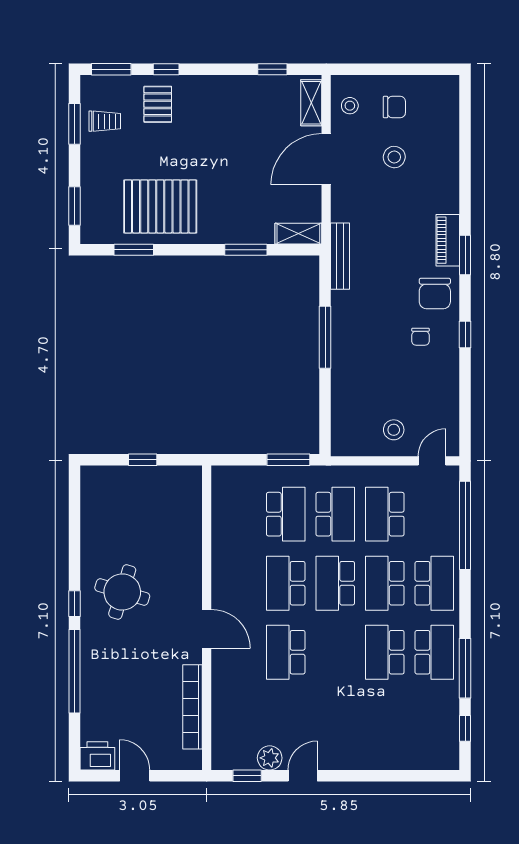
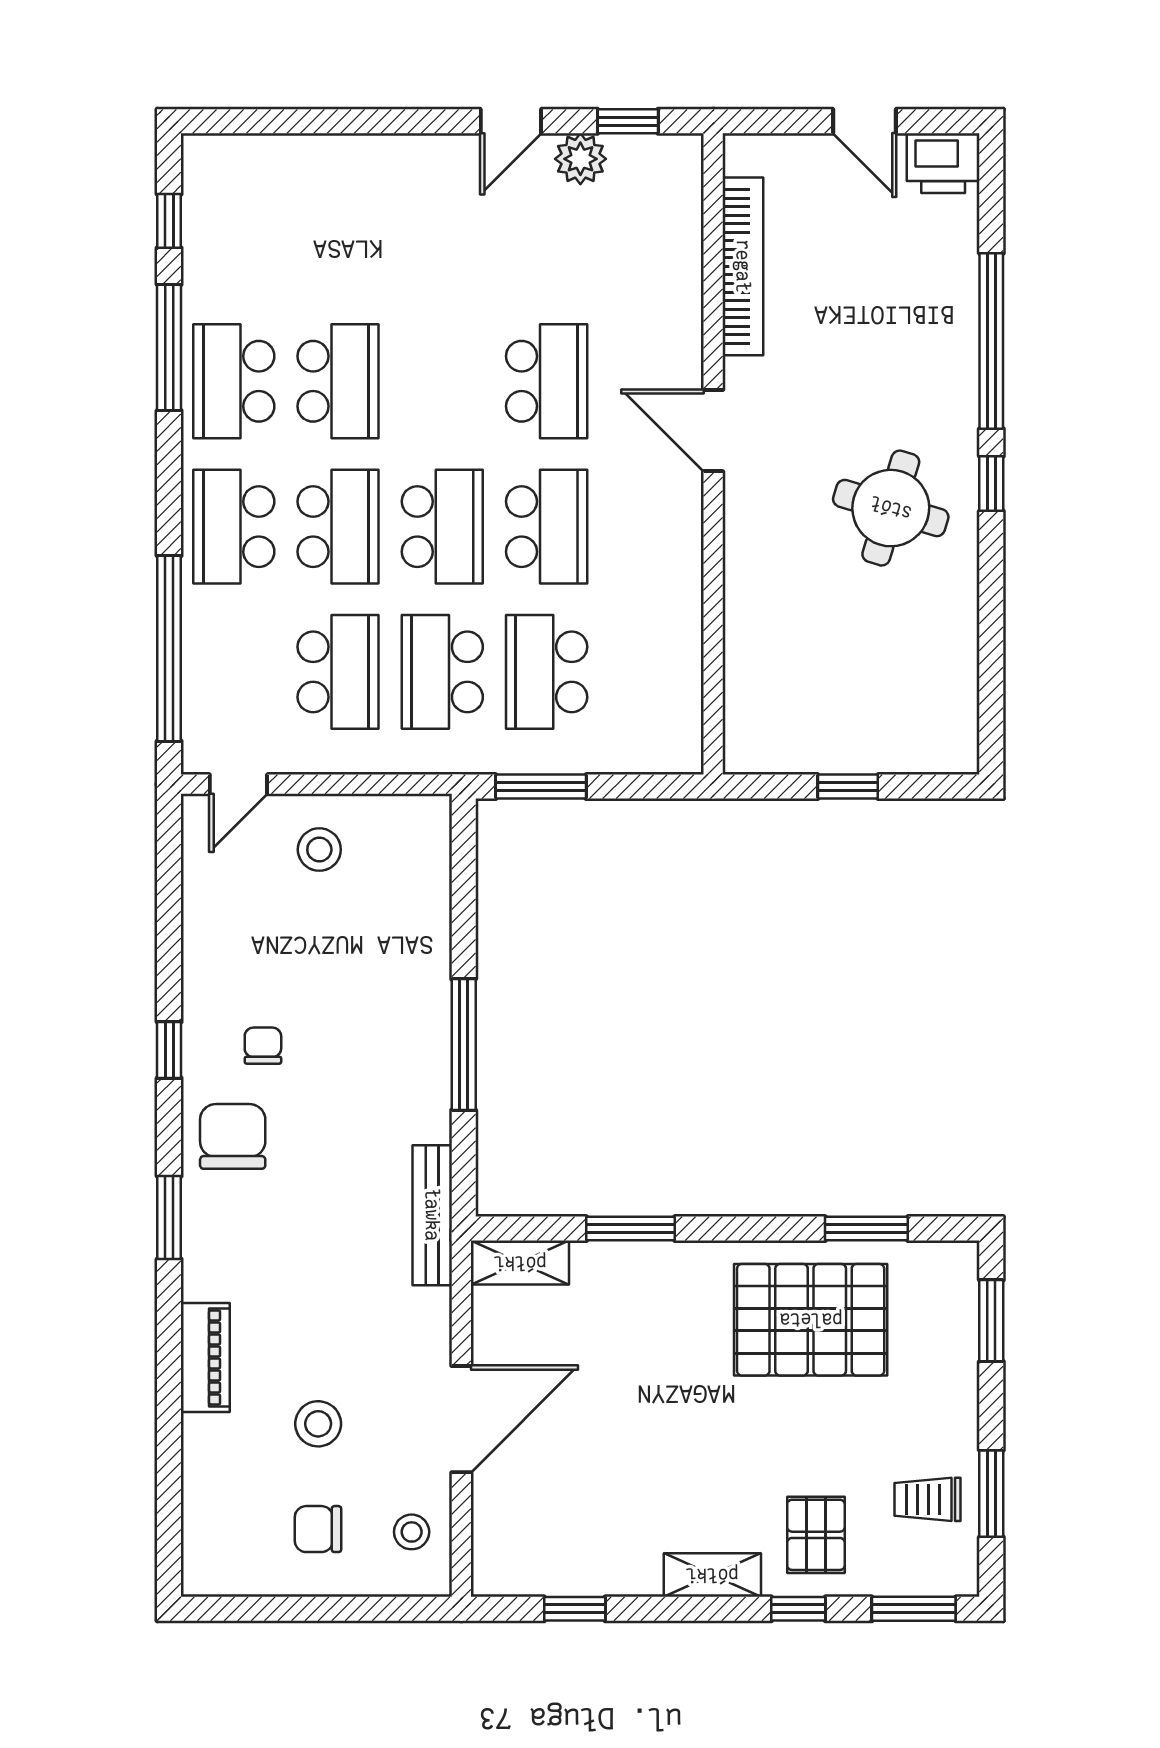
shelving: (311, 103) -> (712, 1575), moved, turned 90
piano: (448, 240) -> (205, 1357), moved

